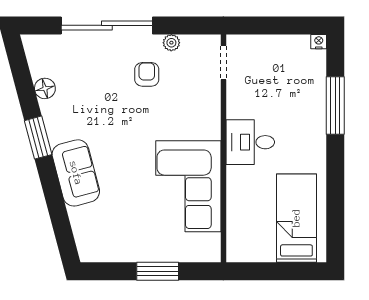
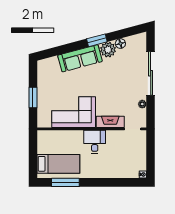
armchair: (147, 74) -> (127, 92), removed
window: (335, 106) -> (65, 182), moved
fireplace: (209, 110) -> (110, 122), added
plant: (58, 114) -> (108, 50), added
sofa: (76, 173) -> (80, 58), width x1.36

